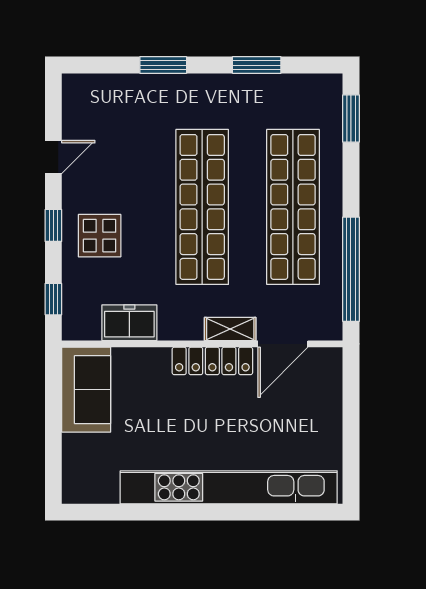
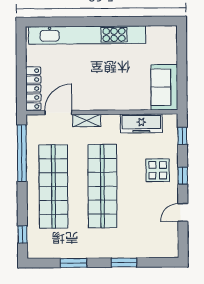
window: (351, 119) -> (22, 234), width x0.67
freezer: (129, 323) -> (141, 123), width x1.40
locker: (212, 361) -> (33, 89), moved, turned 90

